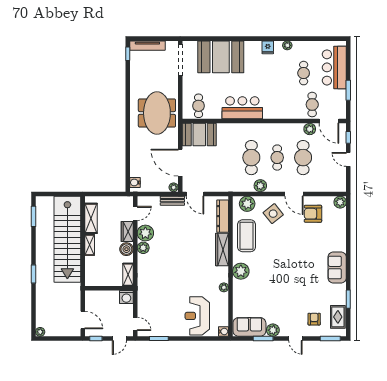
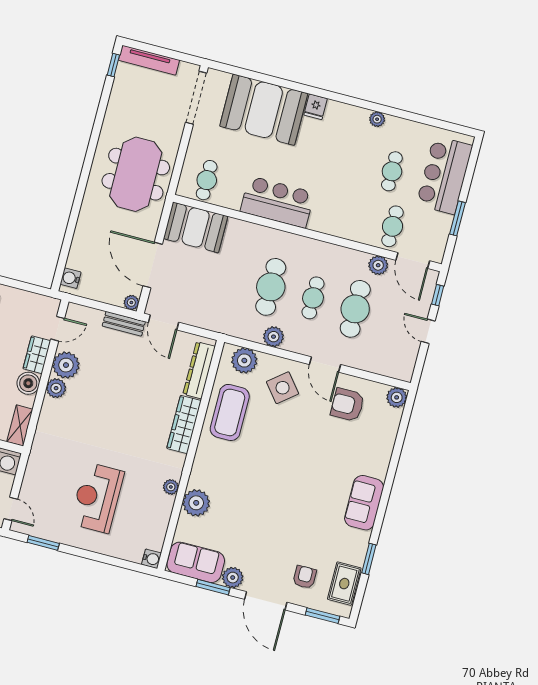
fridge: (268, 47) -> (316, 107), moved
plant: (241, 271) -> (196, 503), moved
reception desk: (197, 316) -> (97, 498), moved
door: (295, 339) -> (266, 601), width x1.88

